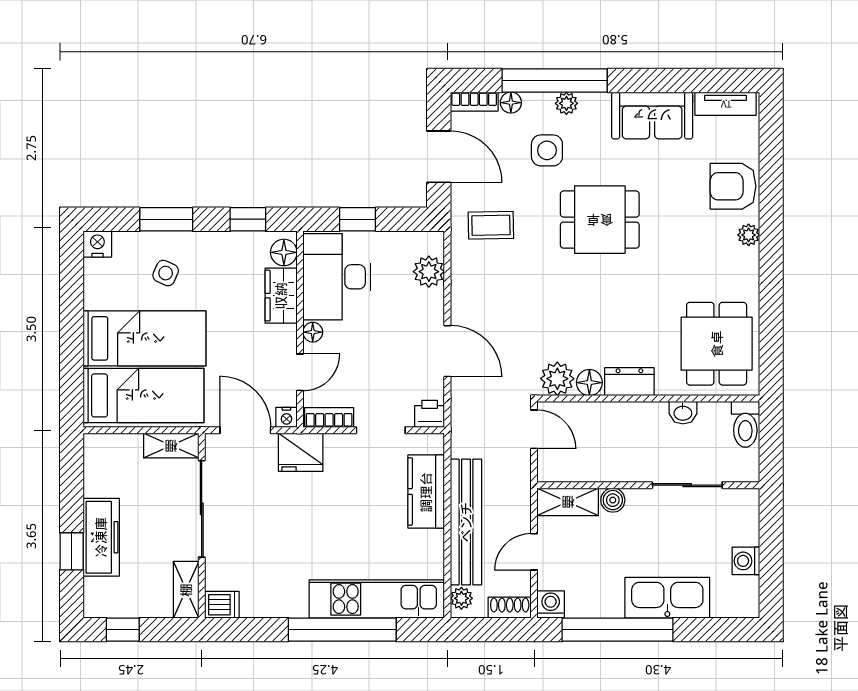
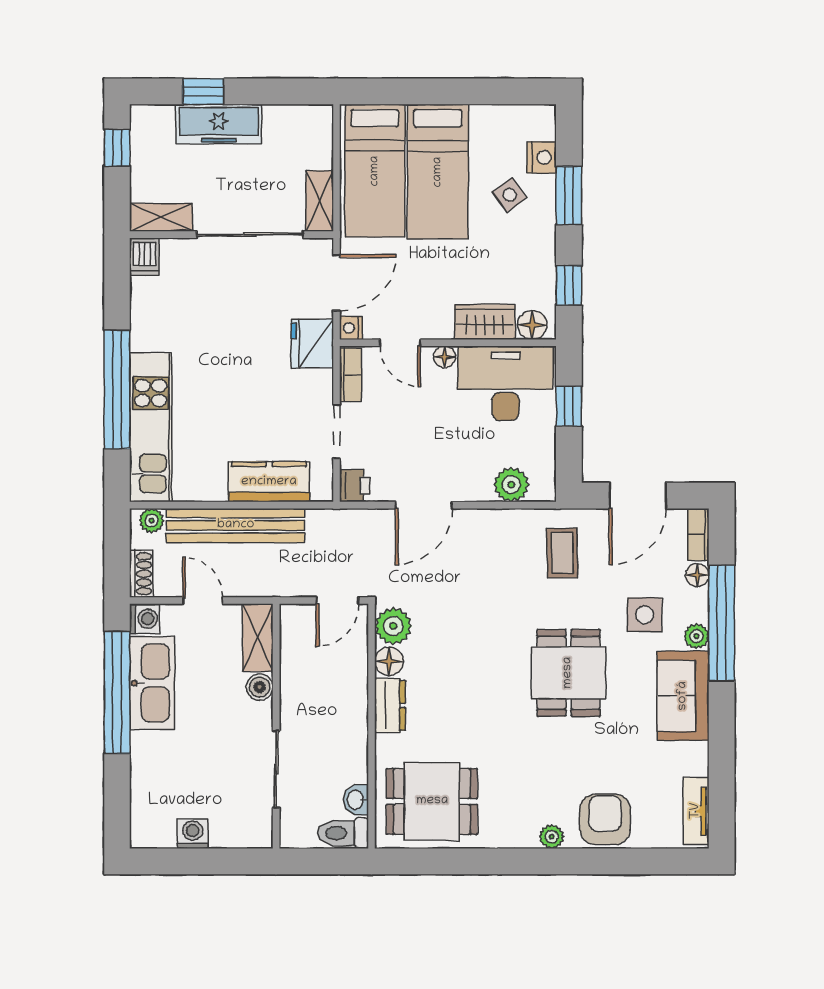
sofa: (652, 115) -> (683, 696), moved
nightstand: (97, 244) -> (542, 157), moved
side table: (166, 273) -> (510, 195), turned 30
washbasin: (683, 413) -> (356, 800), moved
kitchen sink: (667, 598) -> (152, 683), moved

